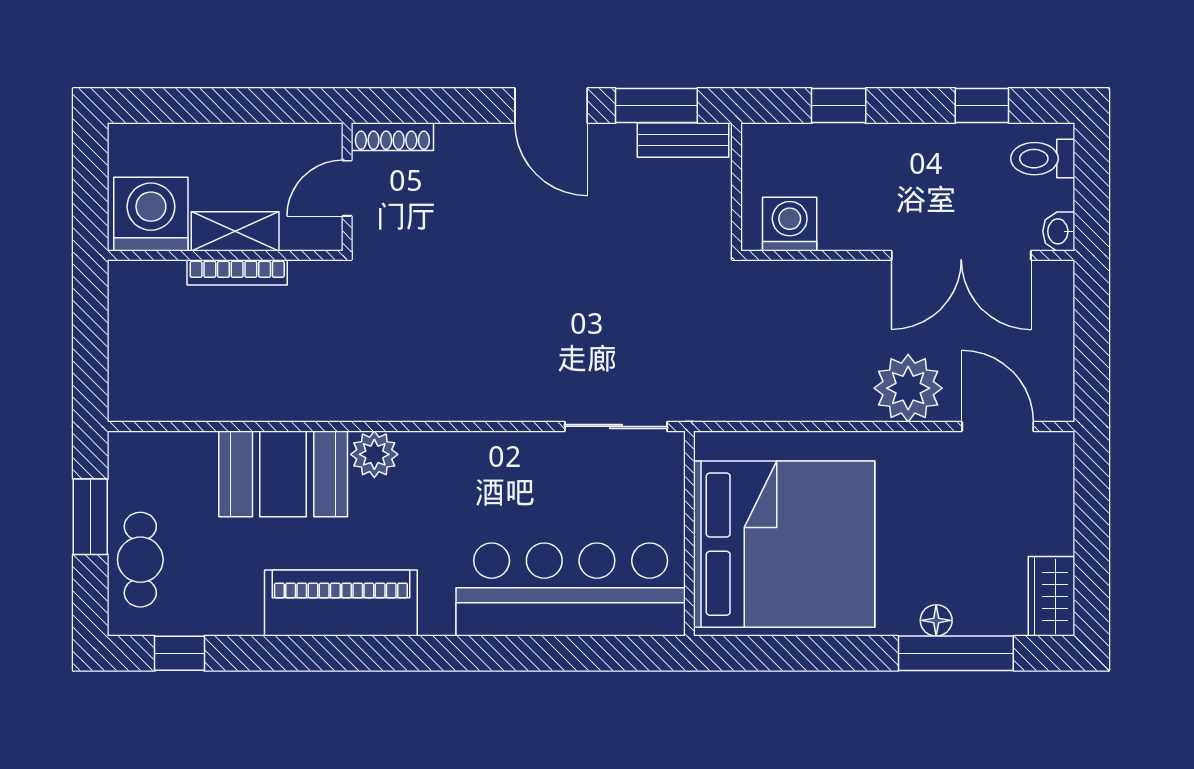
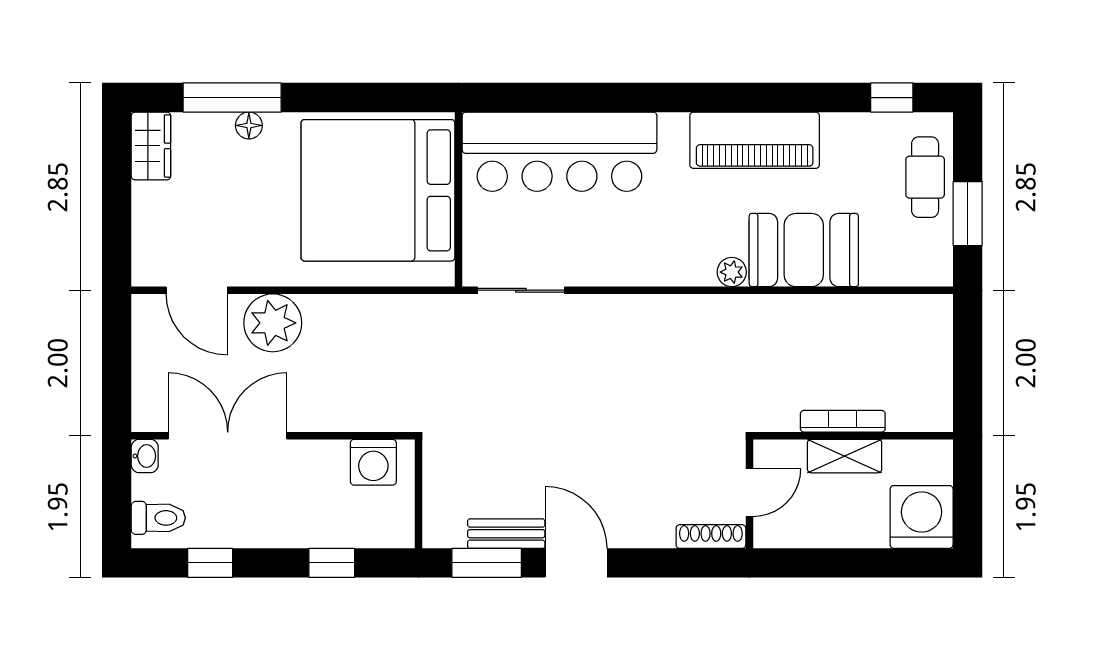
bench: (683, 140) -> (506, 534), moved
washing machine: (151, 214) -> (922, 517), moved, turned 180
plant: (374, 454) -> (732, 272), width x0.73, depth x0.73

